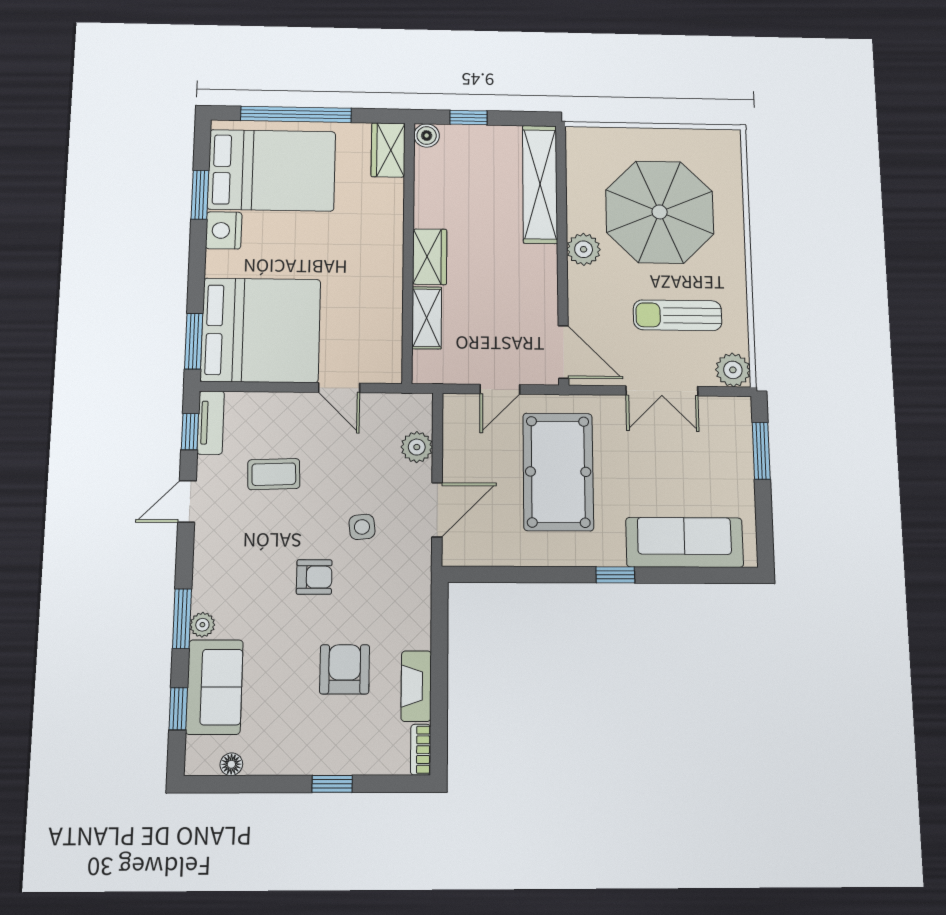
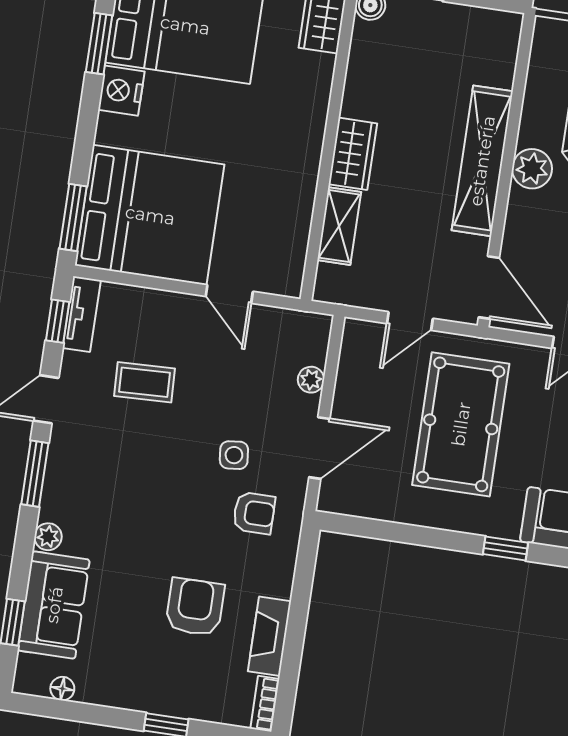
shelving: (540, 184) -> (482, 161), moved
plant: (417, 447) -> (311, 380), width x0.73, depth x0.73
armchair: (314, 577) -> (254, 513), moved
window: (182, 619) -> (35, 474), moved

